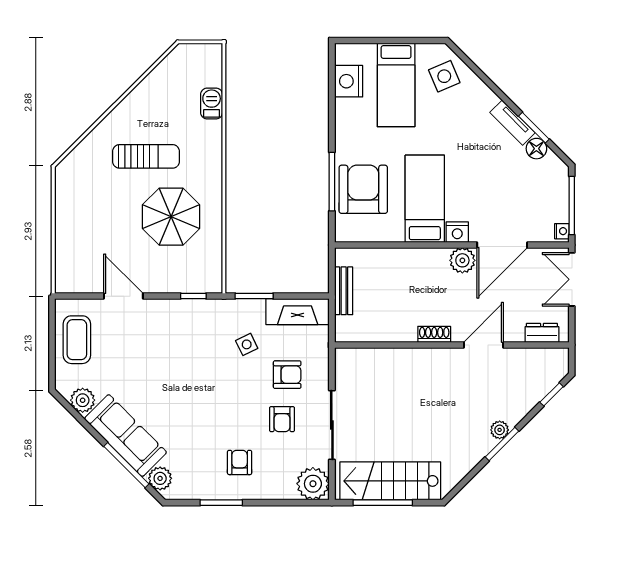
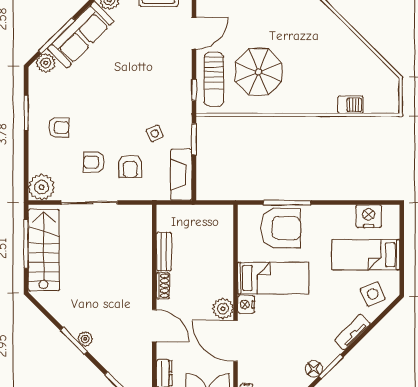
tv unit: (512, 123) -> (352, 332), moved
sun lounger: (146, 156) -> (214, 79), moved
bench: (344, 291) -> (164, 252), moved, turned 90

